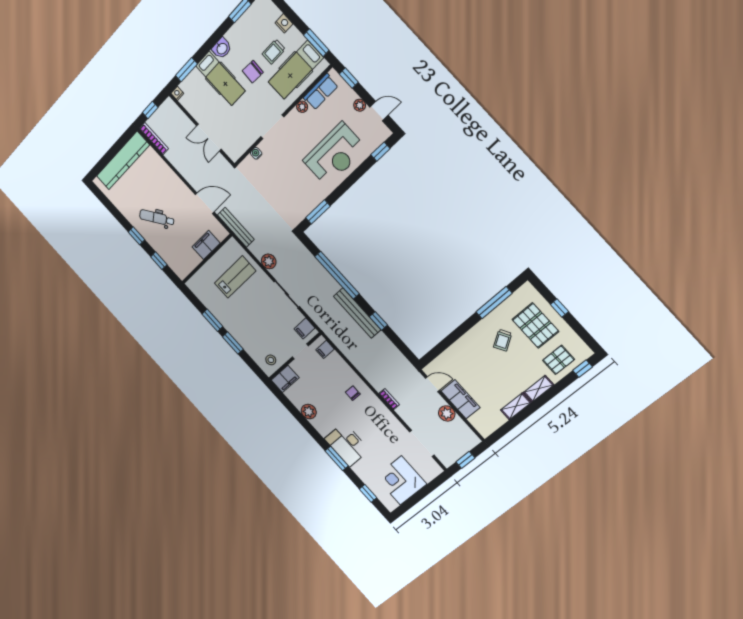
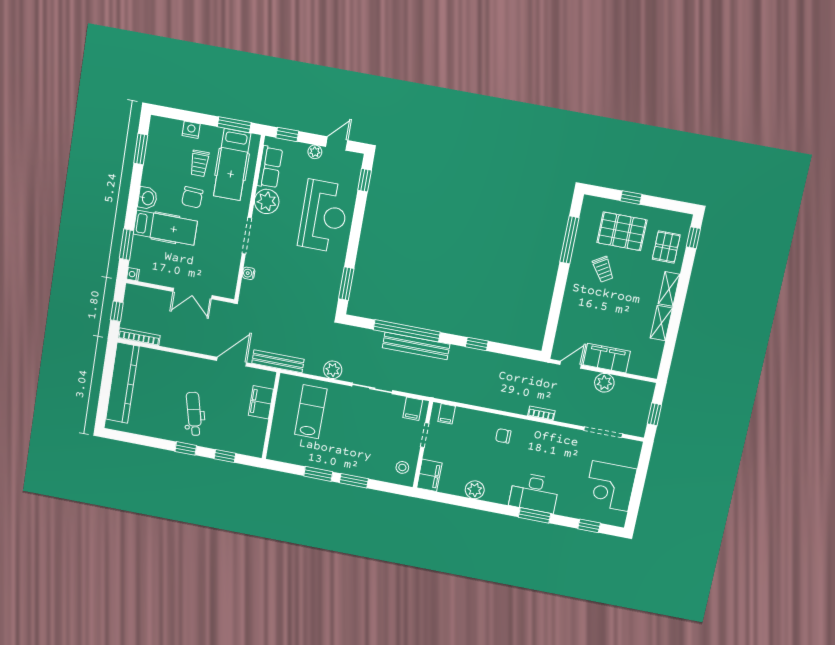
plant: (302, 107) -> (267, 201), width x1.88, depth x1.88
dental chair: (157, 218) -> (194, 414), turned 112
bench: (357, 313) -> (416, 346), moved

